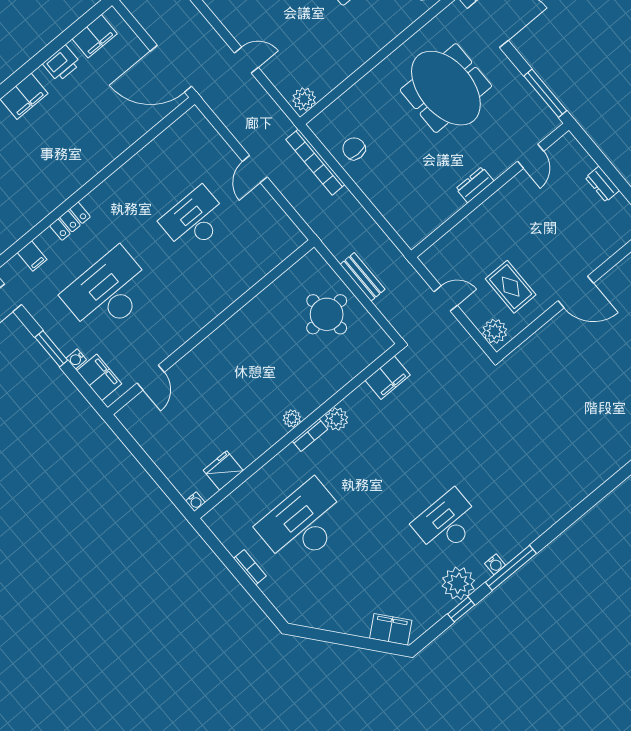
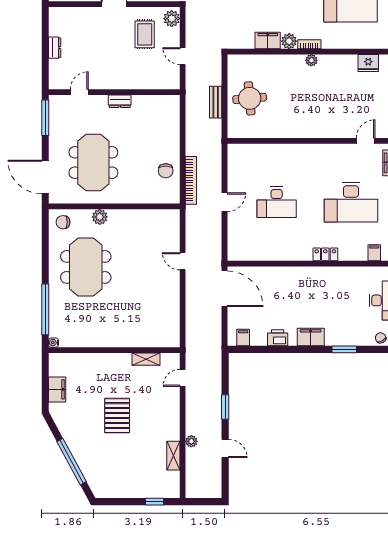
filing cabinet: (95, 36) -> (243, 338), width x0.50
plant: (304, 99) -> (100, 217), moved
locker: (70, 221) -> (325, 254), moved
filing cabinet: (388, 378) -> (268, 40), moved

